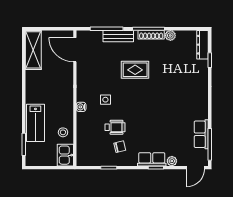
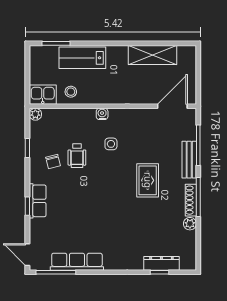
dresser: (203, 45) -> (161, 263), moved
shelving: (33, 50) -> (153, 55), moved
row of seats: (201, 134) -> (77, 262), width x1.48
plant: (172, 161) -> (35, 114), moved

